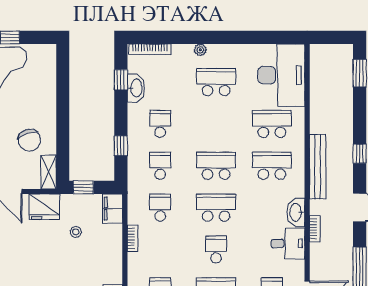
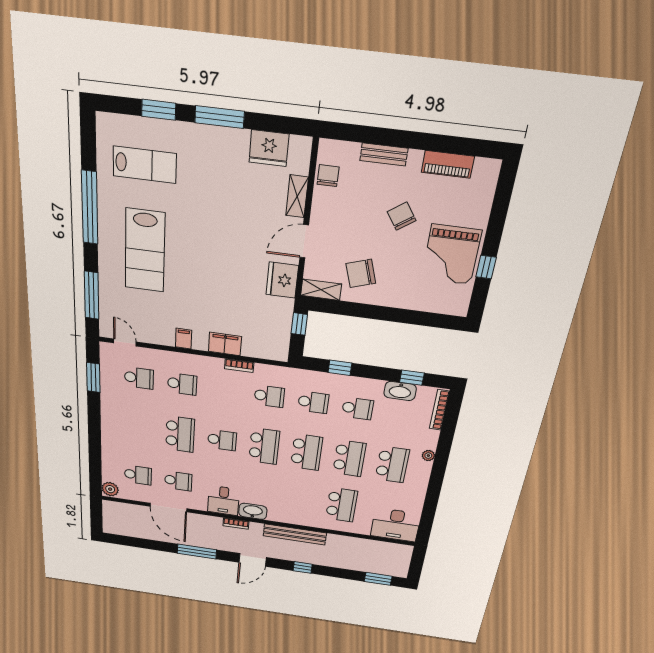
desk: (281, 75) -> (396, 525), width x0.73, depth x0.77
school desk: (272, 166) -> (349, 458), moved
filing cabinet: (113, 209) -> (225, 344), moved
stool: (76, 232) -> (251, 310), removed

